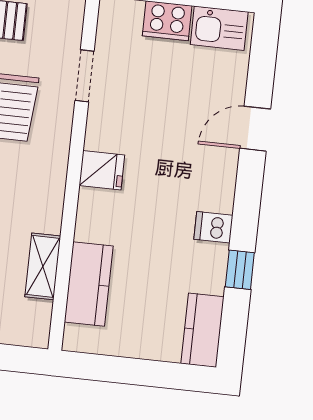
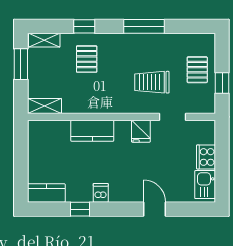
fridge: (102, 170) -> (141, 131), moved
shelving: (43, 266) -> (44, 106), moved
kitchen counter: (89, 284) -> (92, 131), moved

